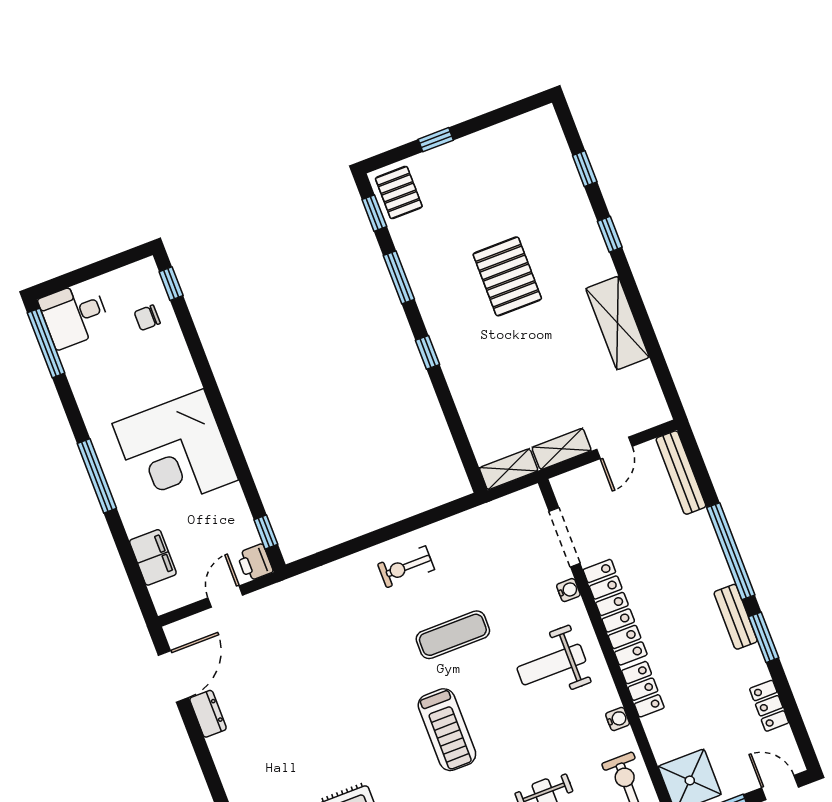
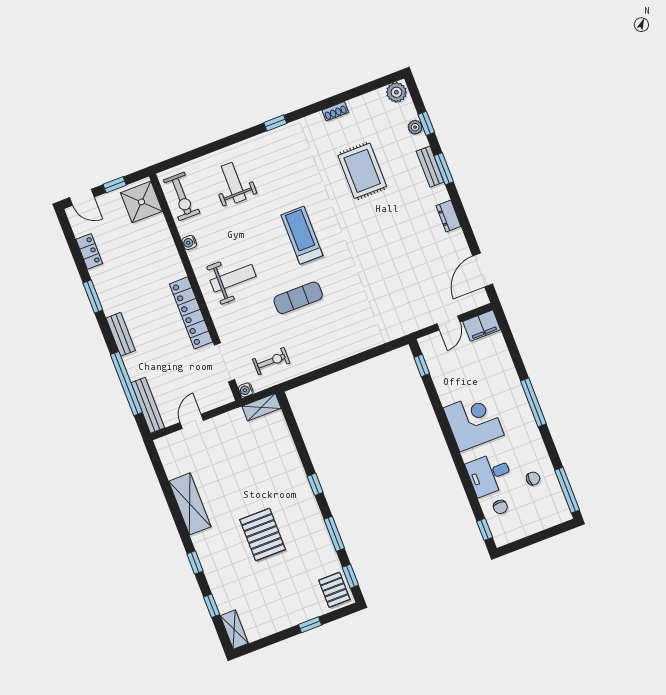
desk: (75, 315) -> (489, 474), moved, turned 180
chair: (147, 318) -> (500, 507), turned 90
chair: (98, 361) -> (533, 479), added
shelving: (562, 449) -> (234, 630), moved, turned 90
corner desk: (175, 452) -> (474, 421), width x0.74, depth x0.74
window: (731, 551) -> (126, 384), moved
filing cabinet: (153, 557) -> (482, 326), moved, turned -90
printer: (255, 563) -> (429, 345), removed
exercise bike: (406, 567) -> (271, 361), moved
water cooler: (568, 590) -> (246, 390), moved
bench: (736, 617) -> (121, 334), moved
locker: (643, 689) -> (173, 262), removed
dresser: (208, 714) -> (448, 216), moved

